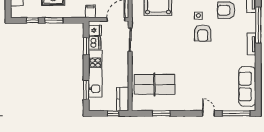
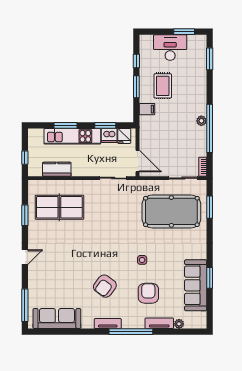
filing cabinet: (90, 11) -> (147, 109), moved
armchair: (203, 33) -> (105, 286), moved, turned -53
table tennis table: (154, 84) -> (59, 207), turned 90
window: (86, 90) -> (66, 125), moved
kitchen counter: (123, 99) -> (57, 169), moved
door: (209, 113) -> (25, 257), moved

